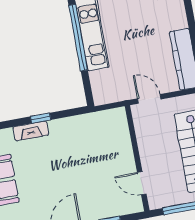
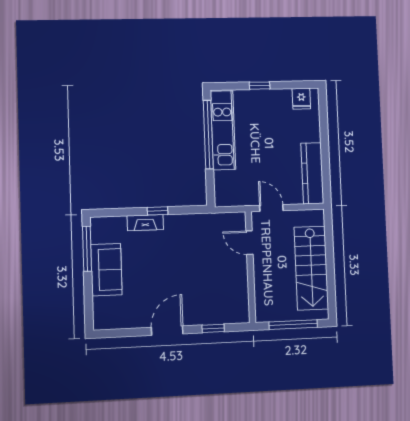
door: (142, 183) -> (249, 243), moved

